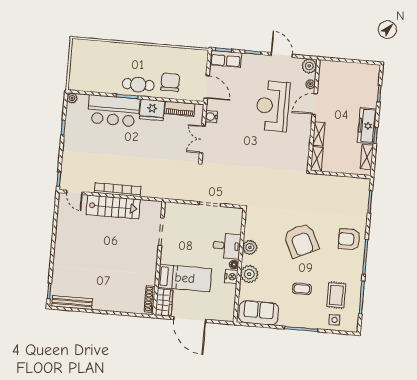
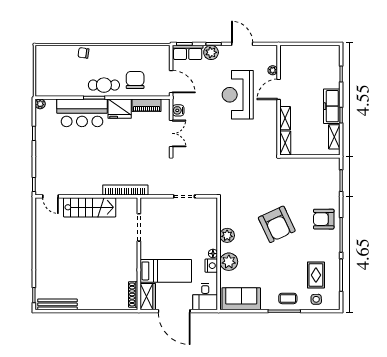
chair: (120, 50) -> (83, 53), added
plant: (309, 66) -> (211, 52), moved
double door: (202, 139) -> (171, 133), swing flipped
bookcase: (118, 190) -> (125, 190), moved
desk: (227, 246) -> (205, 297), moved, turned 90
coffee table: (302, 289) -> (288, 298), moved

